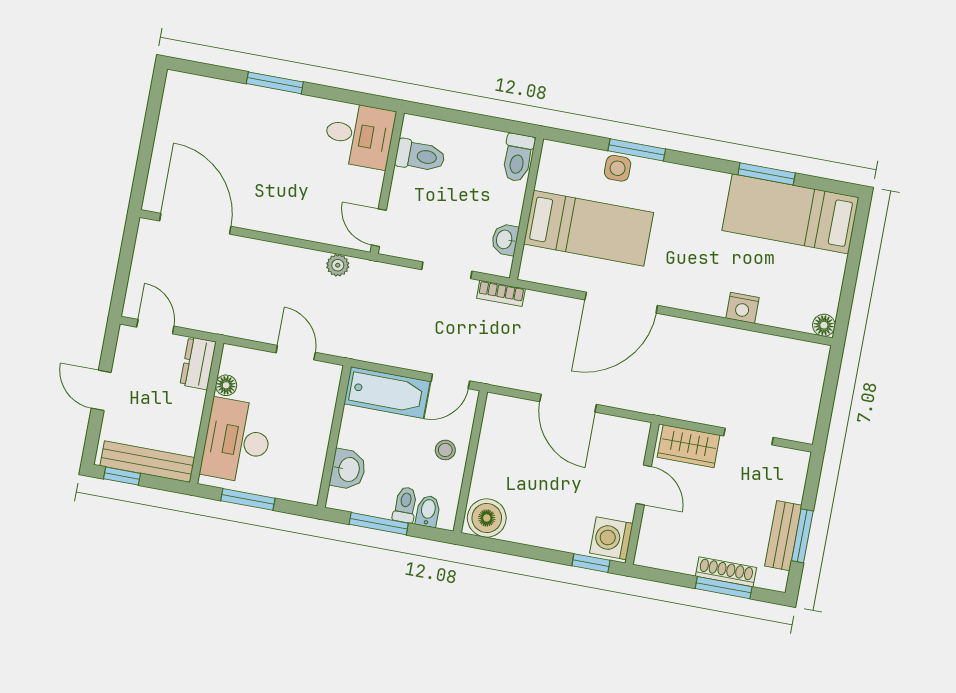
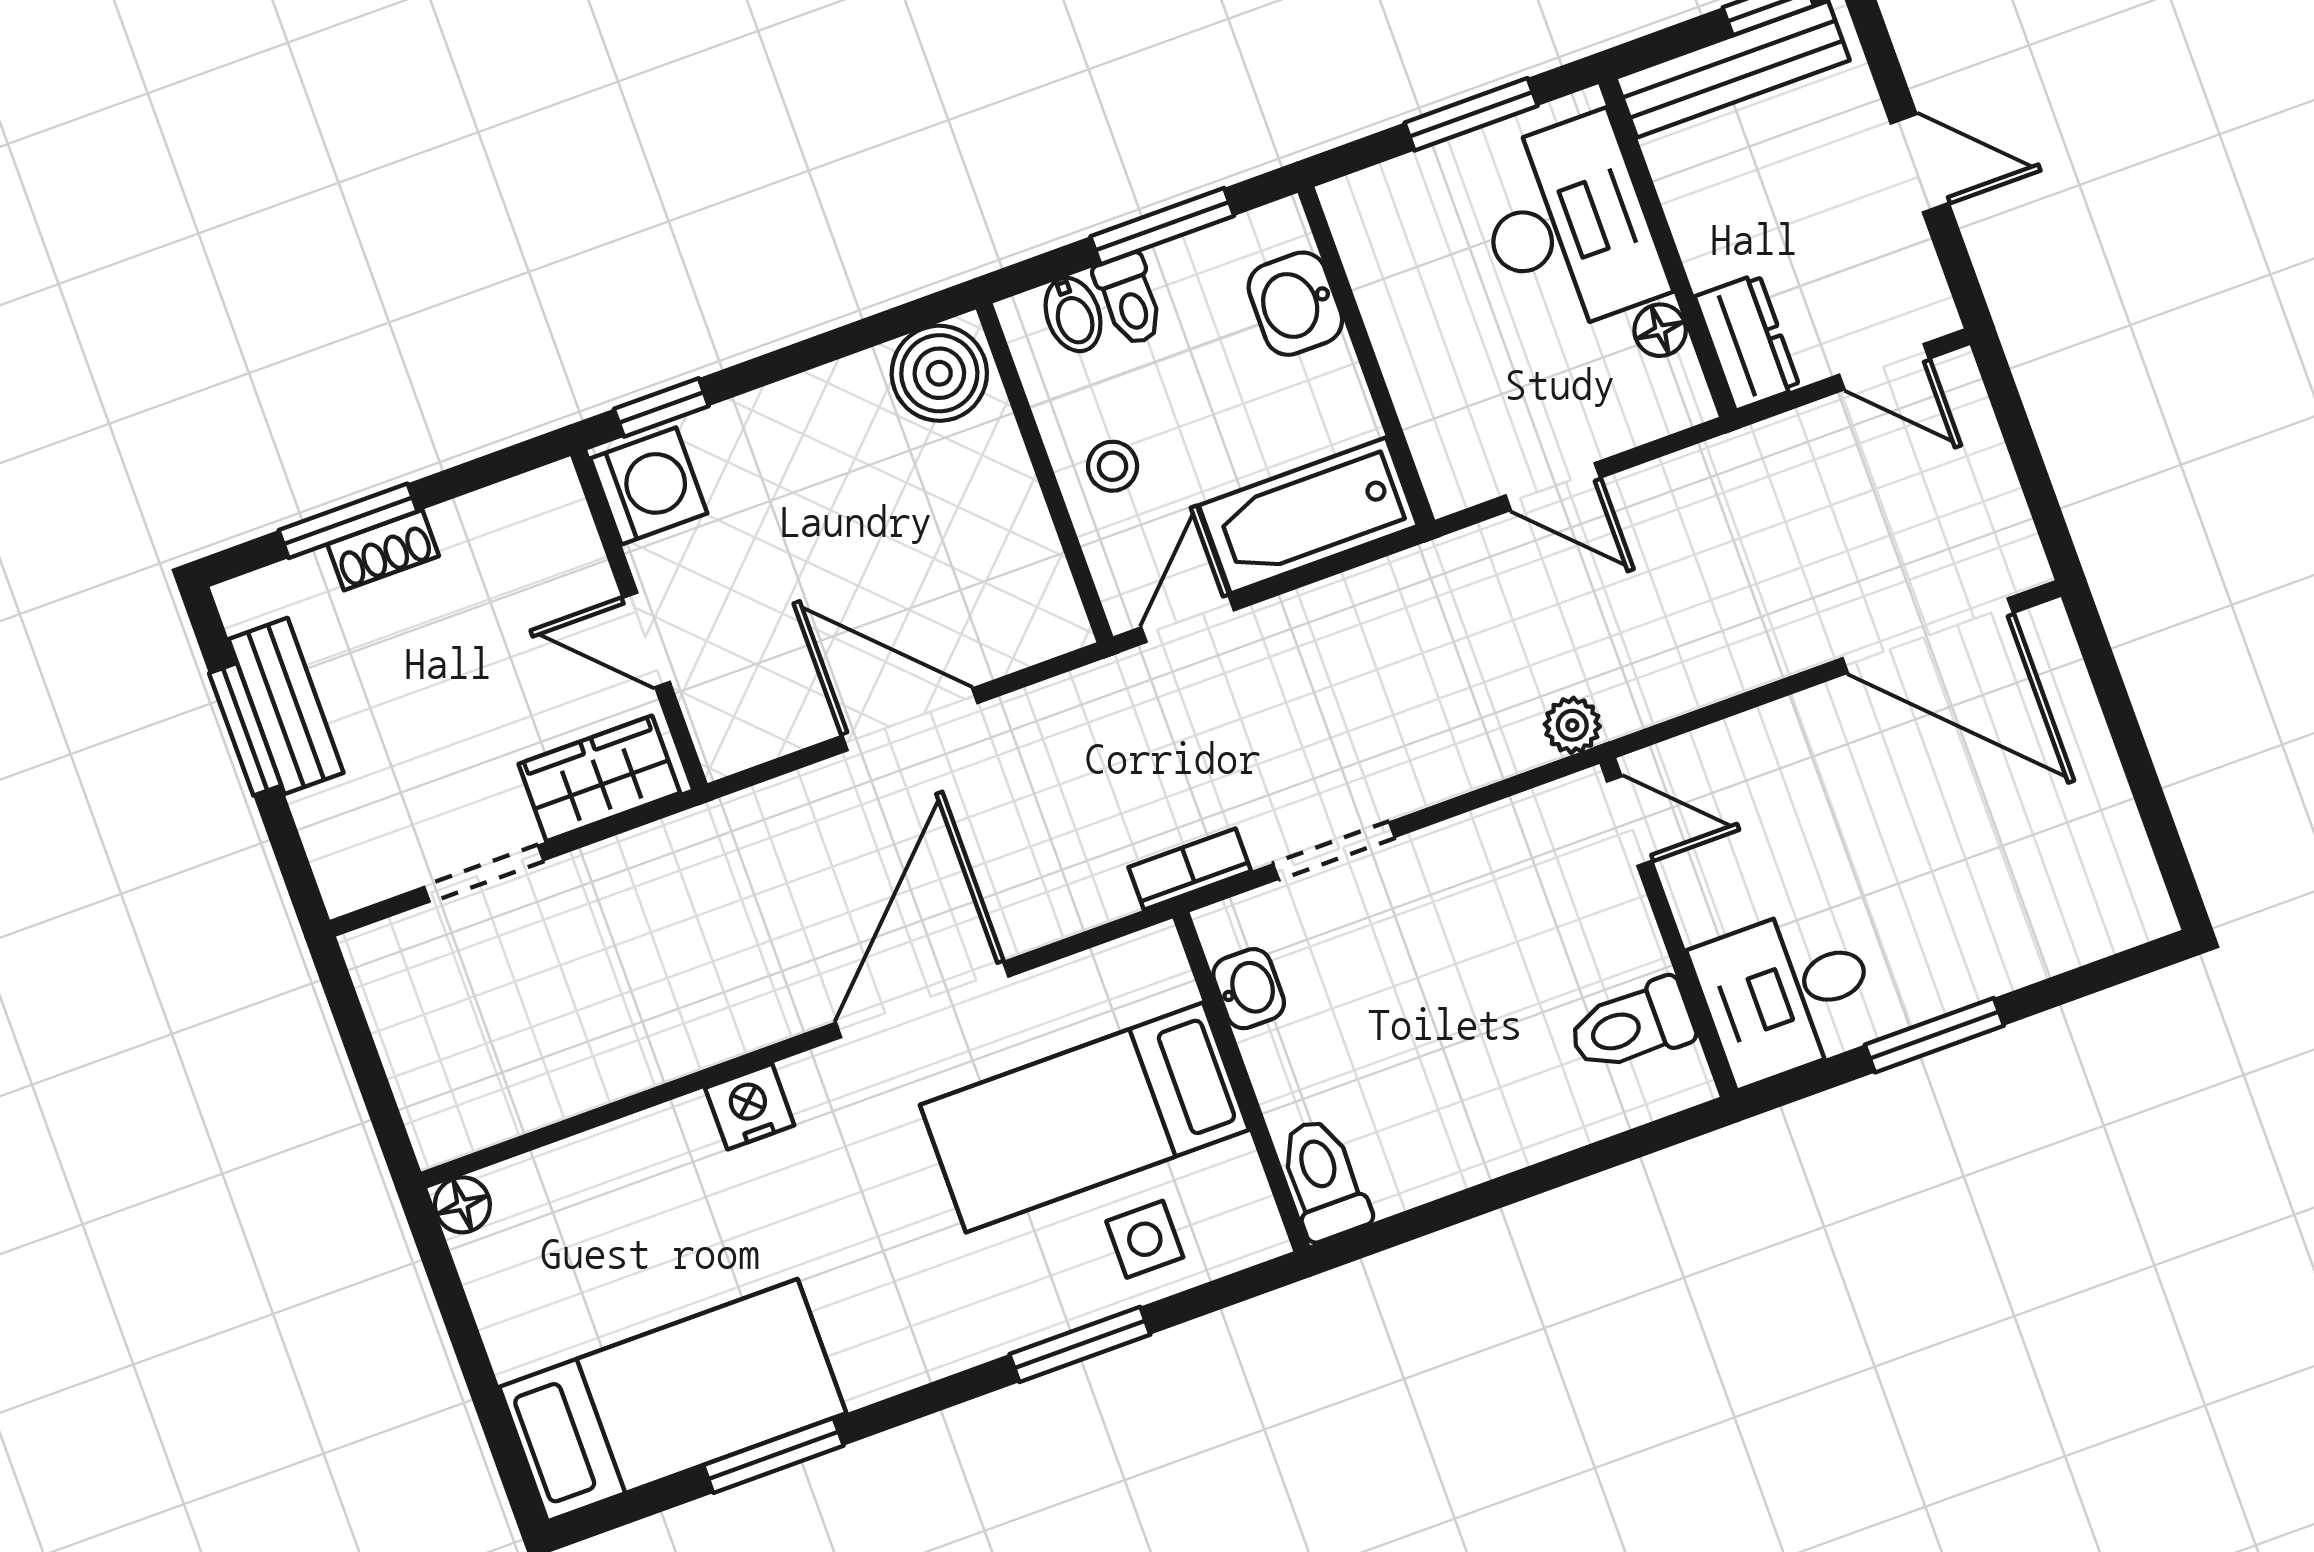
desk: (359, 135) -> (1787, 993), moved
toilet: (420, 156) -> (1631, 1026), moved
side table: (618, 168) -> (1145, 1239), moved
wall: (387, 183) -> (1668, 927), moved
door: (379, 228) -> (1630, 821), moved
nightstand: (742, 308) -> (750, 1107), moved
shoe rack: (726, 572) -> (383, 550), width x0.70

